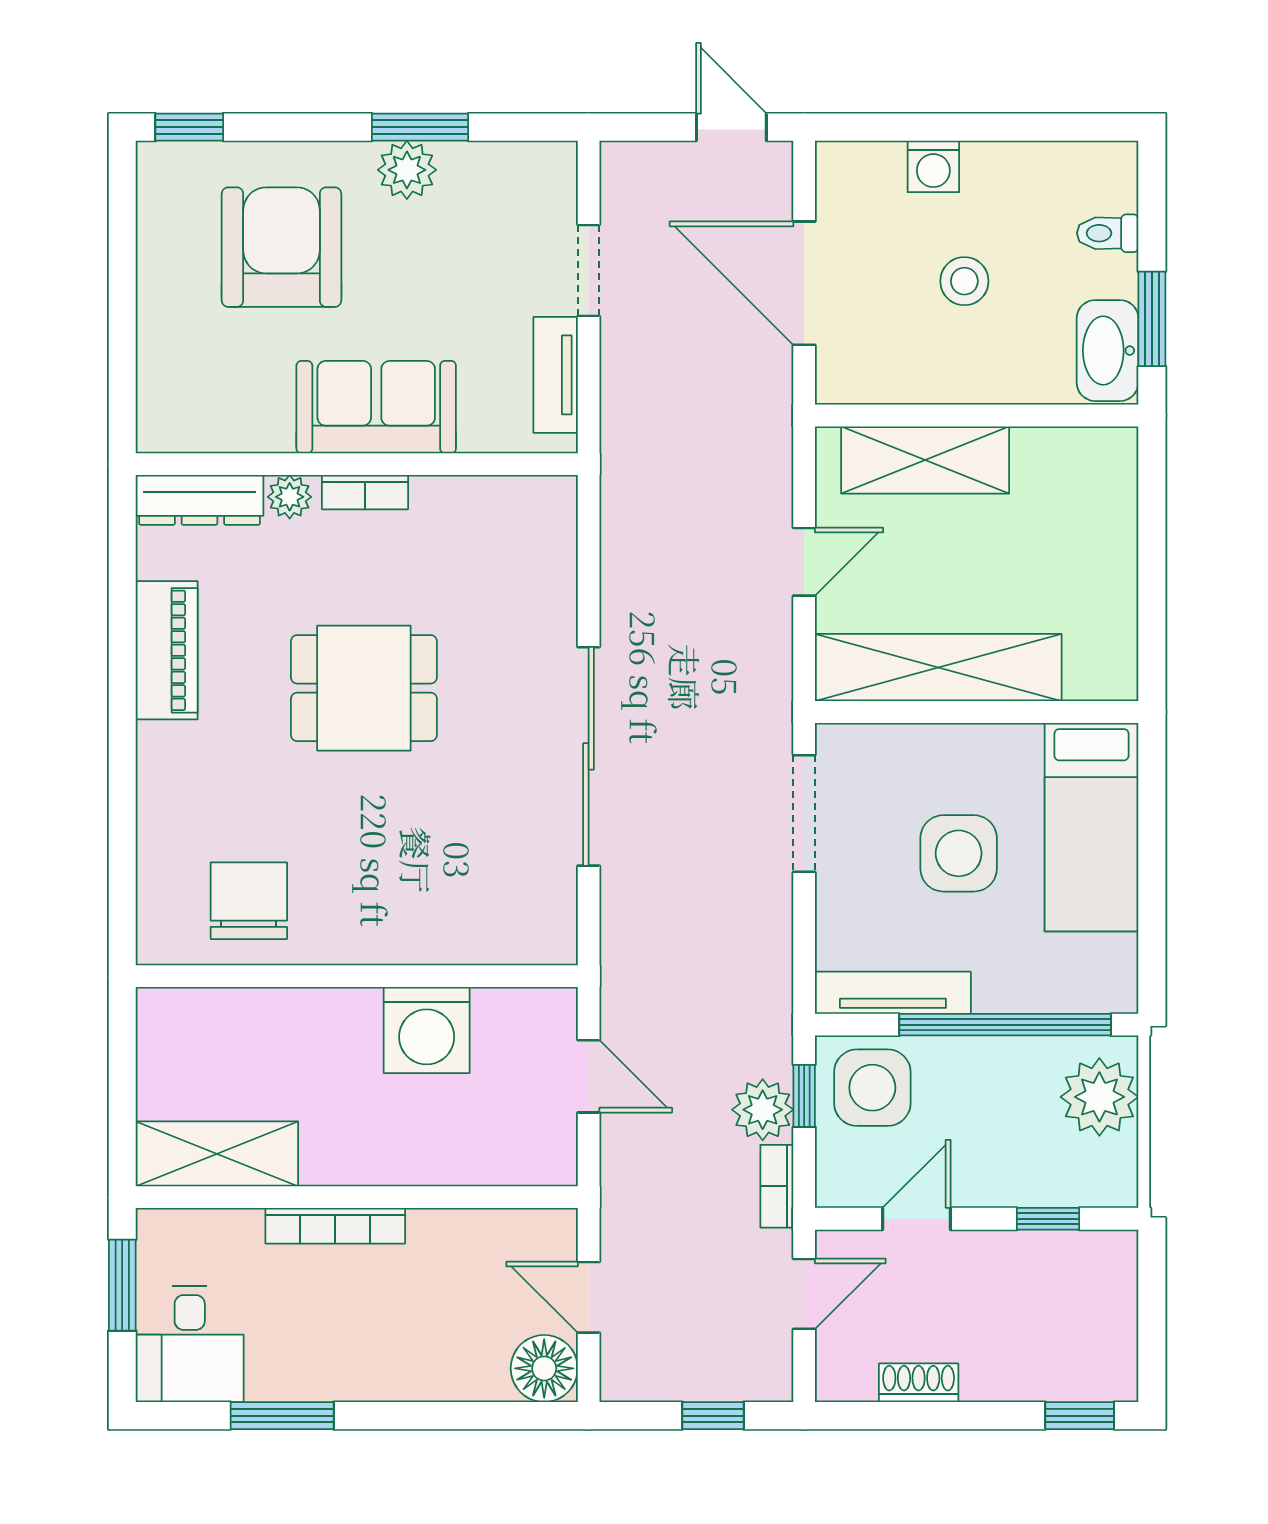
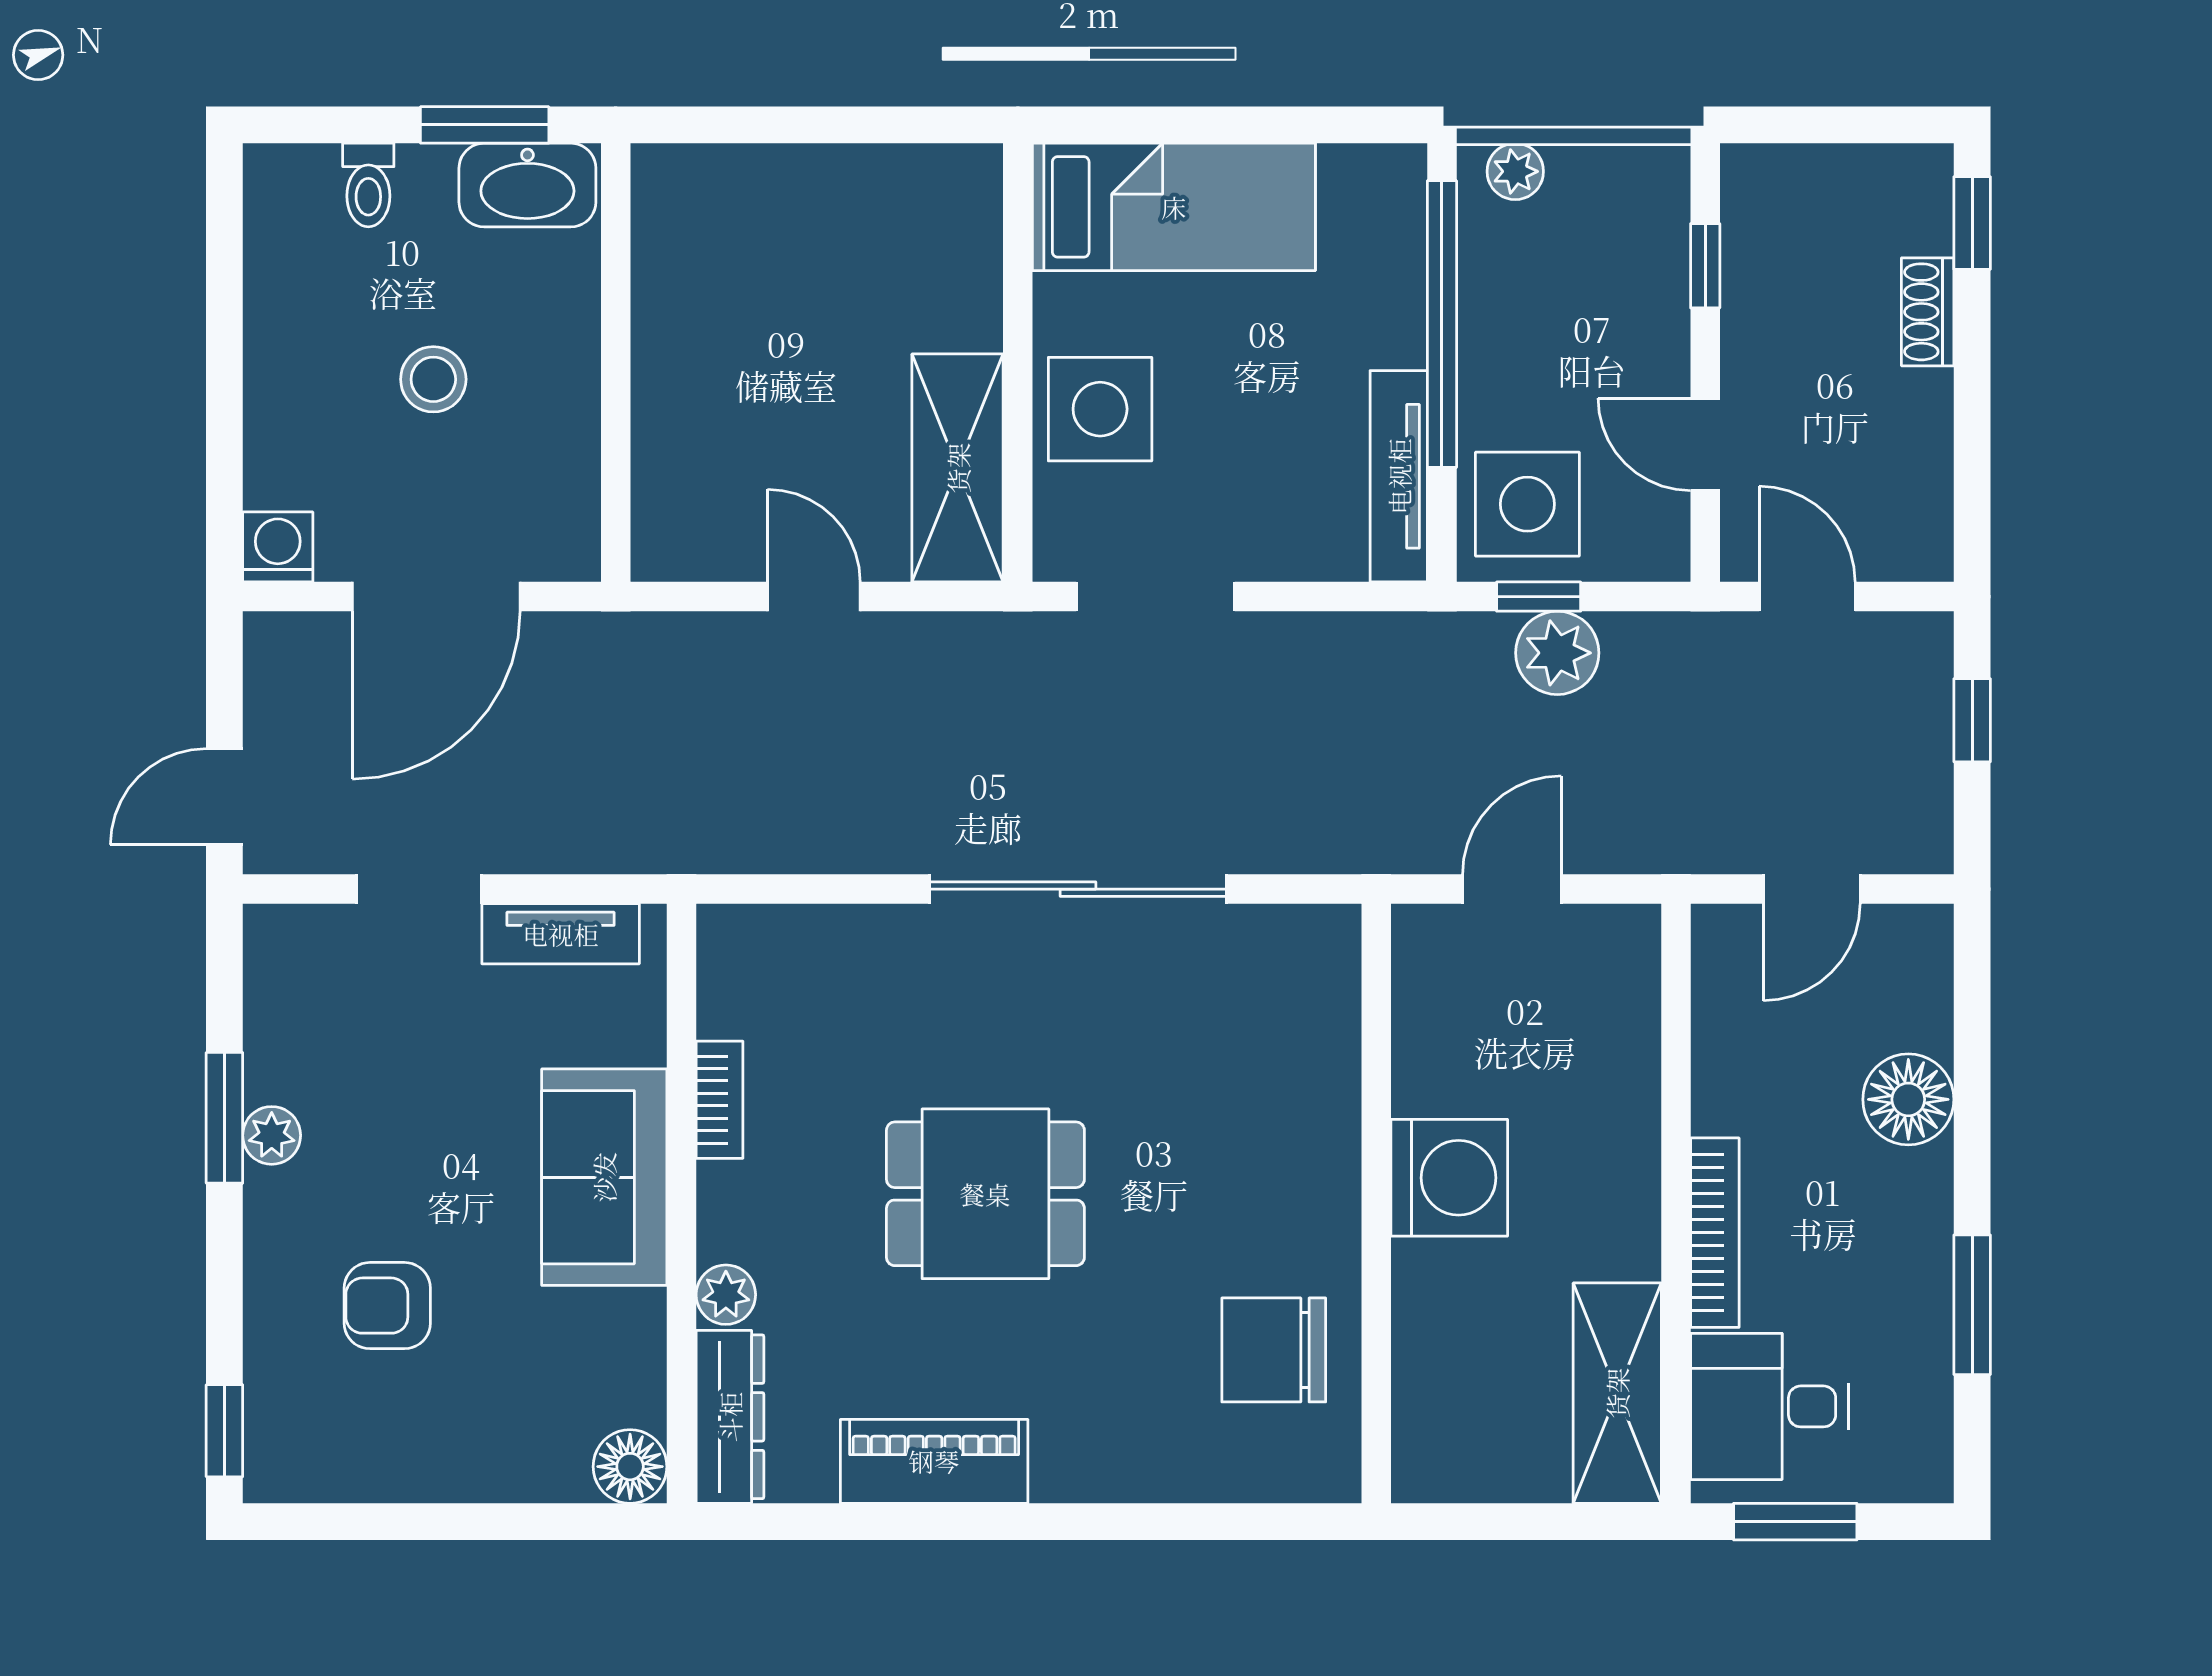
door: (731, 127) -> (224, 797), moved
washing machine: (933, 166) -> (278, 547), moved, turned -90
plant: (407, 170) -> (272, 1135), width x0.73, depth x0.73
armchair: (282, 247) -> (387, 1306), width x0.53, depth x0.53
floor lamp: (163, 426) -> (630, 1467), added
shelving: (925, 460) -> (676, 433), removed
bookcase: (365, 492) -> (720, 1100), moved
shelving: (938, 668) -> (958, 468), width x0.68
dining table: (364, 688) -> (985, 1194), turned 90
side table: (959, 853) -> (1100, 409), moved
washing machine: (427, 1030) -> (1449, 1178), moved
plant: (1099, 1097) -> (1515, 171), width x0.53, depth x0.53
bookcase: (777, 1186) -> (1661, 634), removed
desk: (190, 1344) -> (1769, 1406), moved, turned 180
floor lamp: (544, 1368) -> (1908, 1099), moved
shoe rack: (919, 1383) -> (1928, 312), moved

